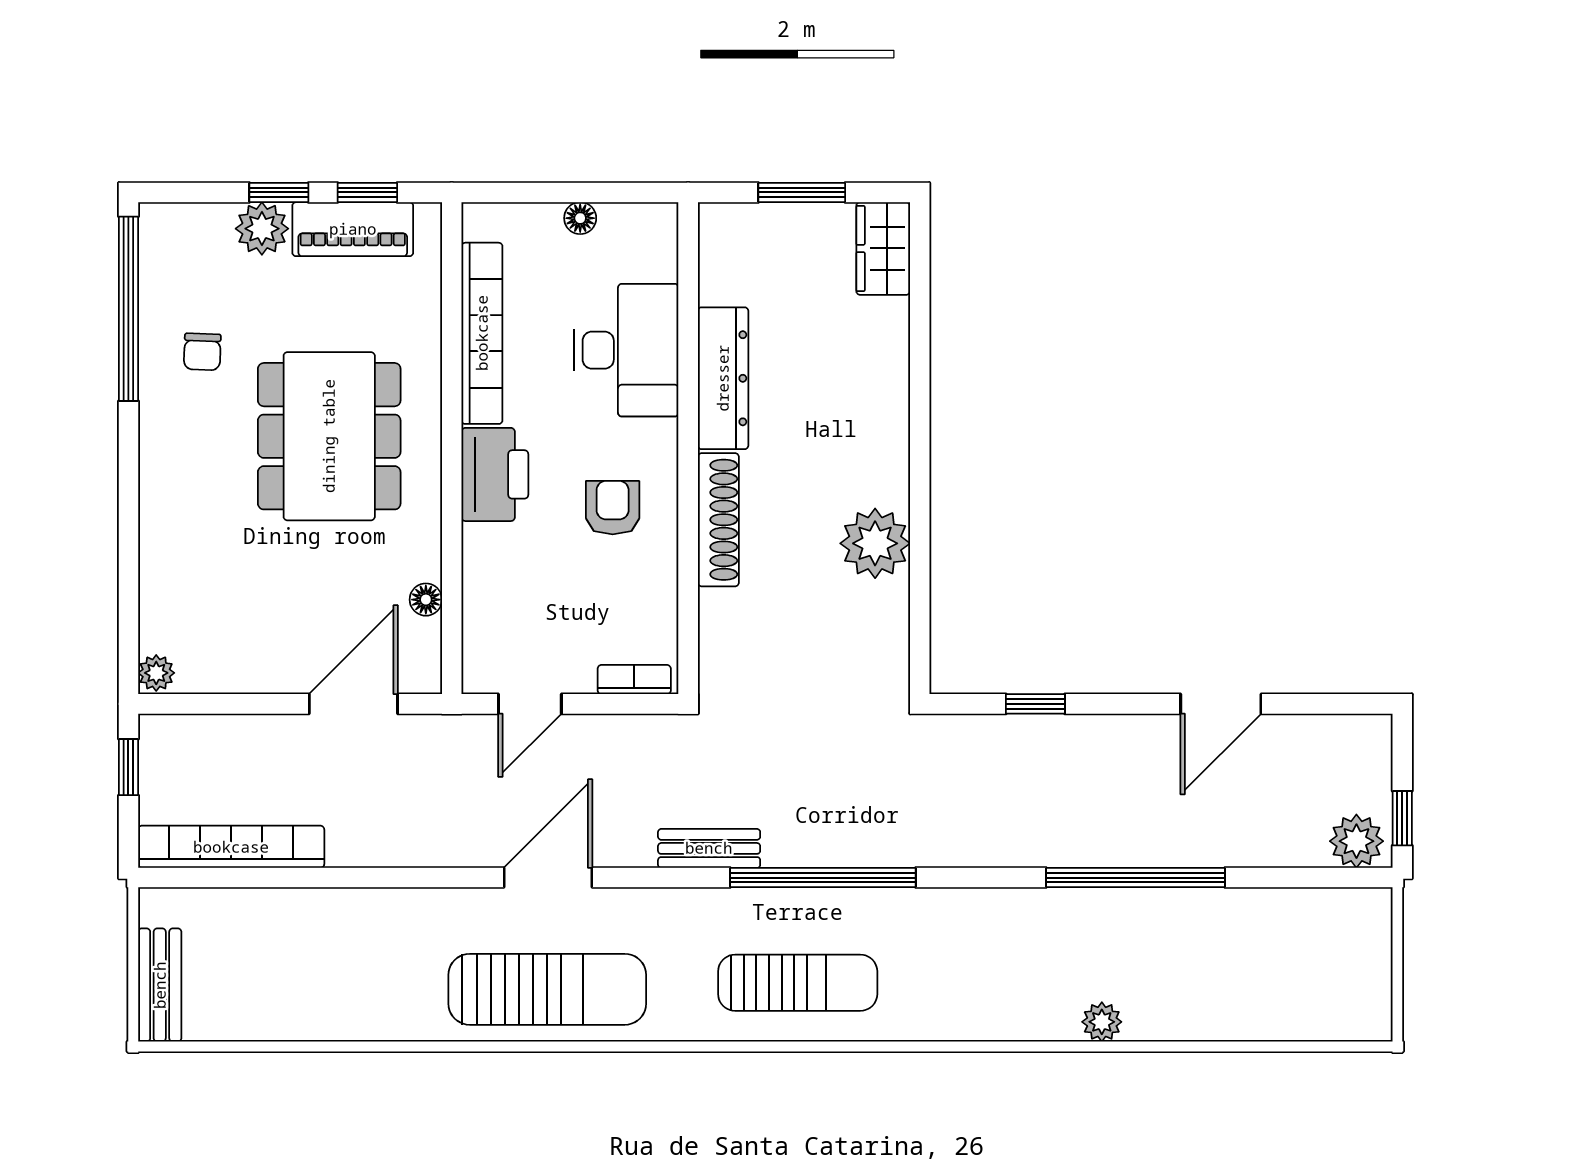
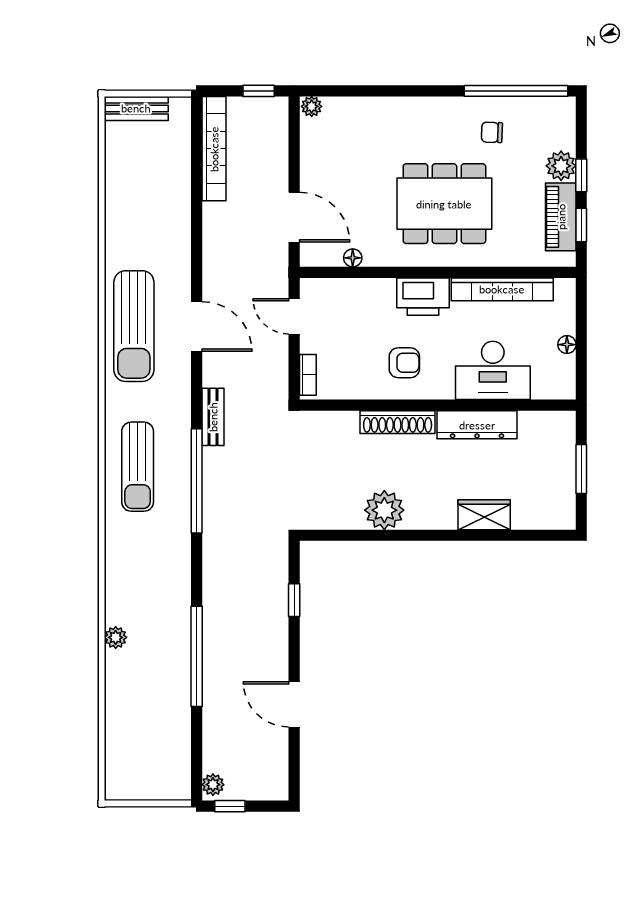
wardrobe: (883, 248) -> (484, 515), moved
plant: (1356, 841) -> (213, 785), width x0.73, depth x0.73

